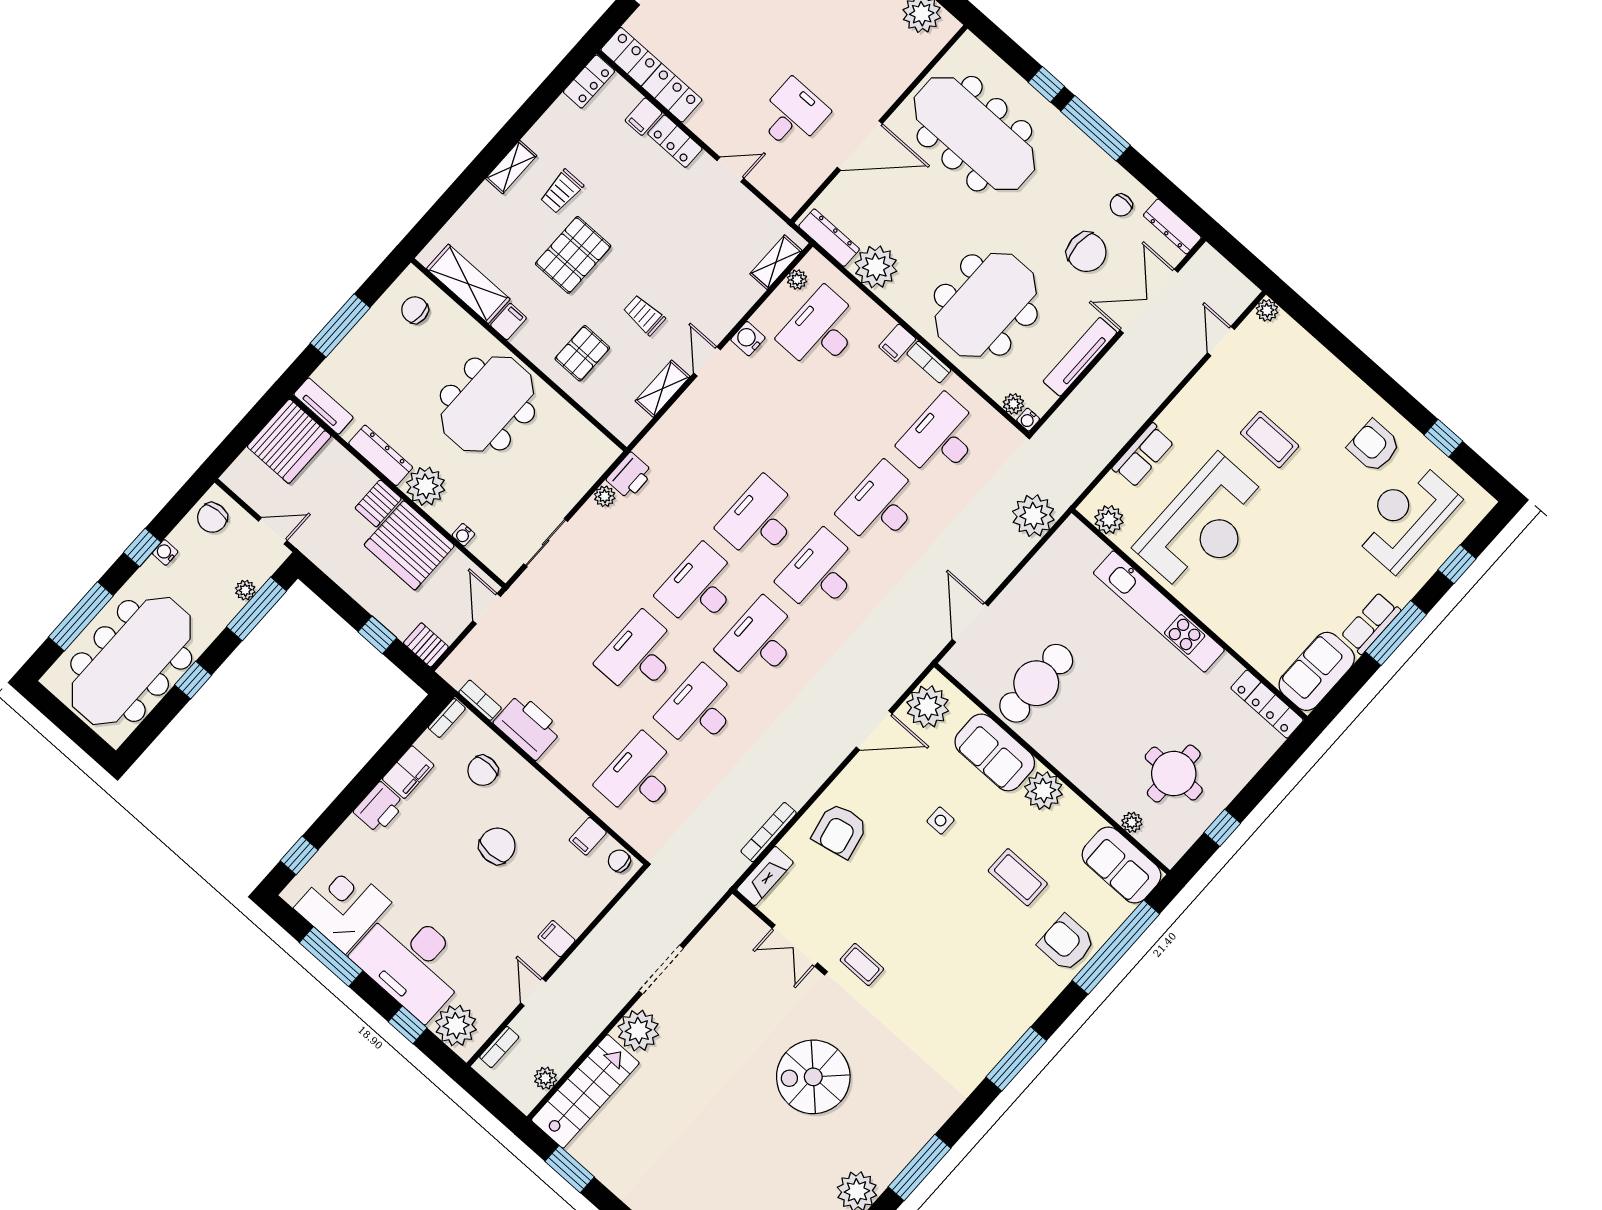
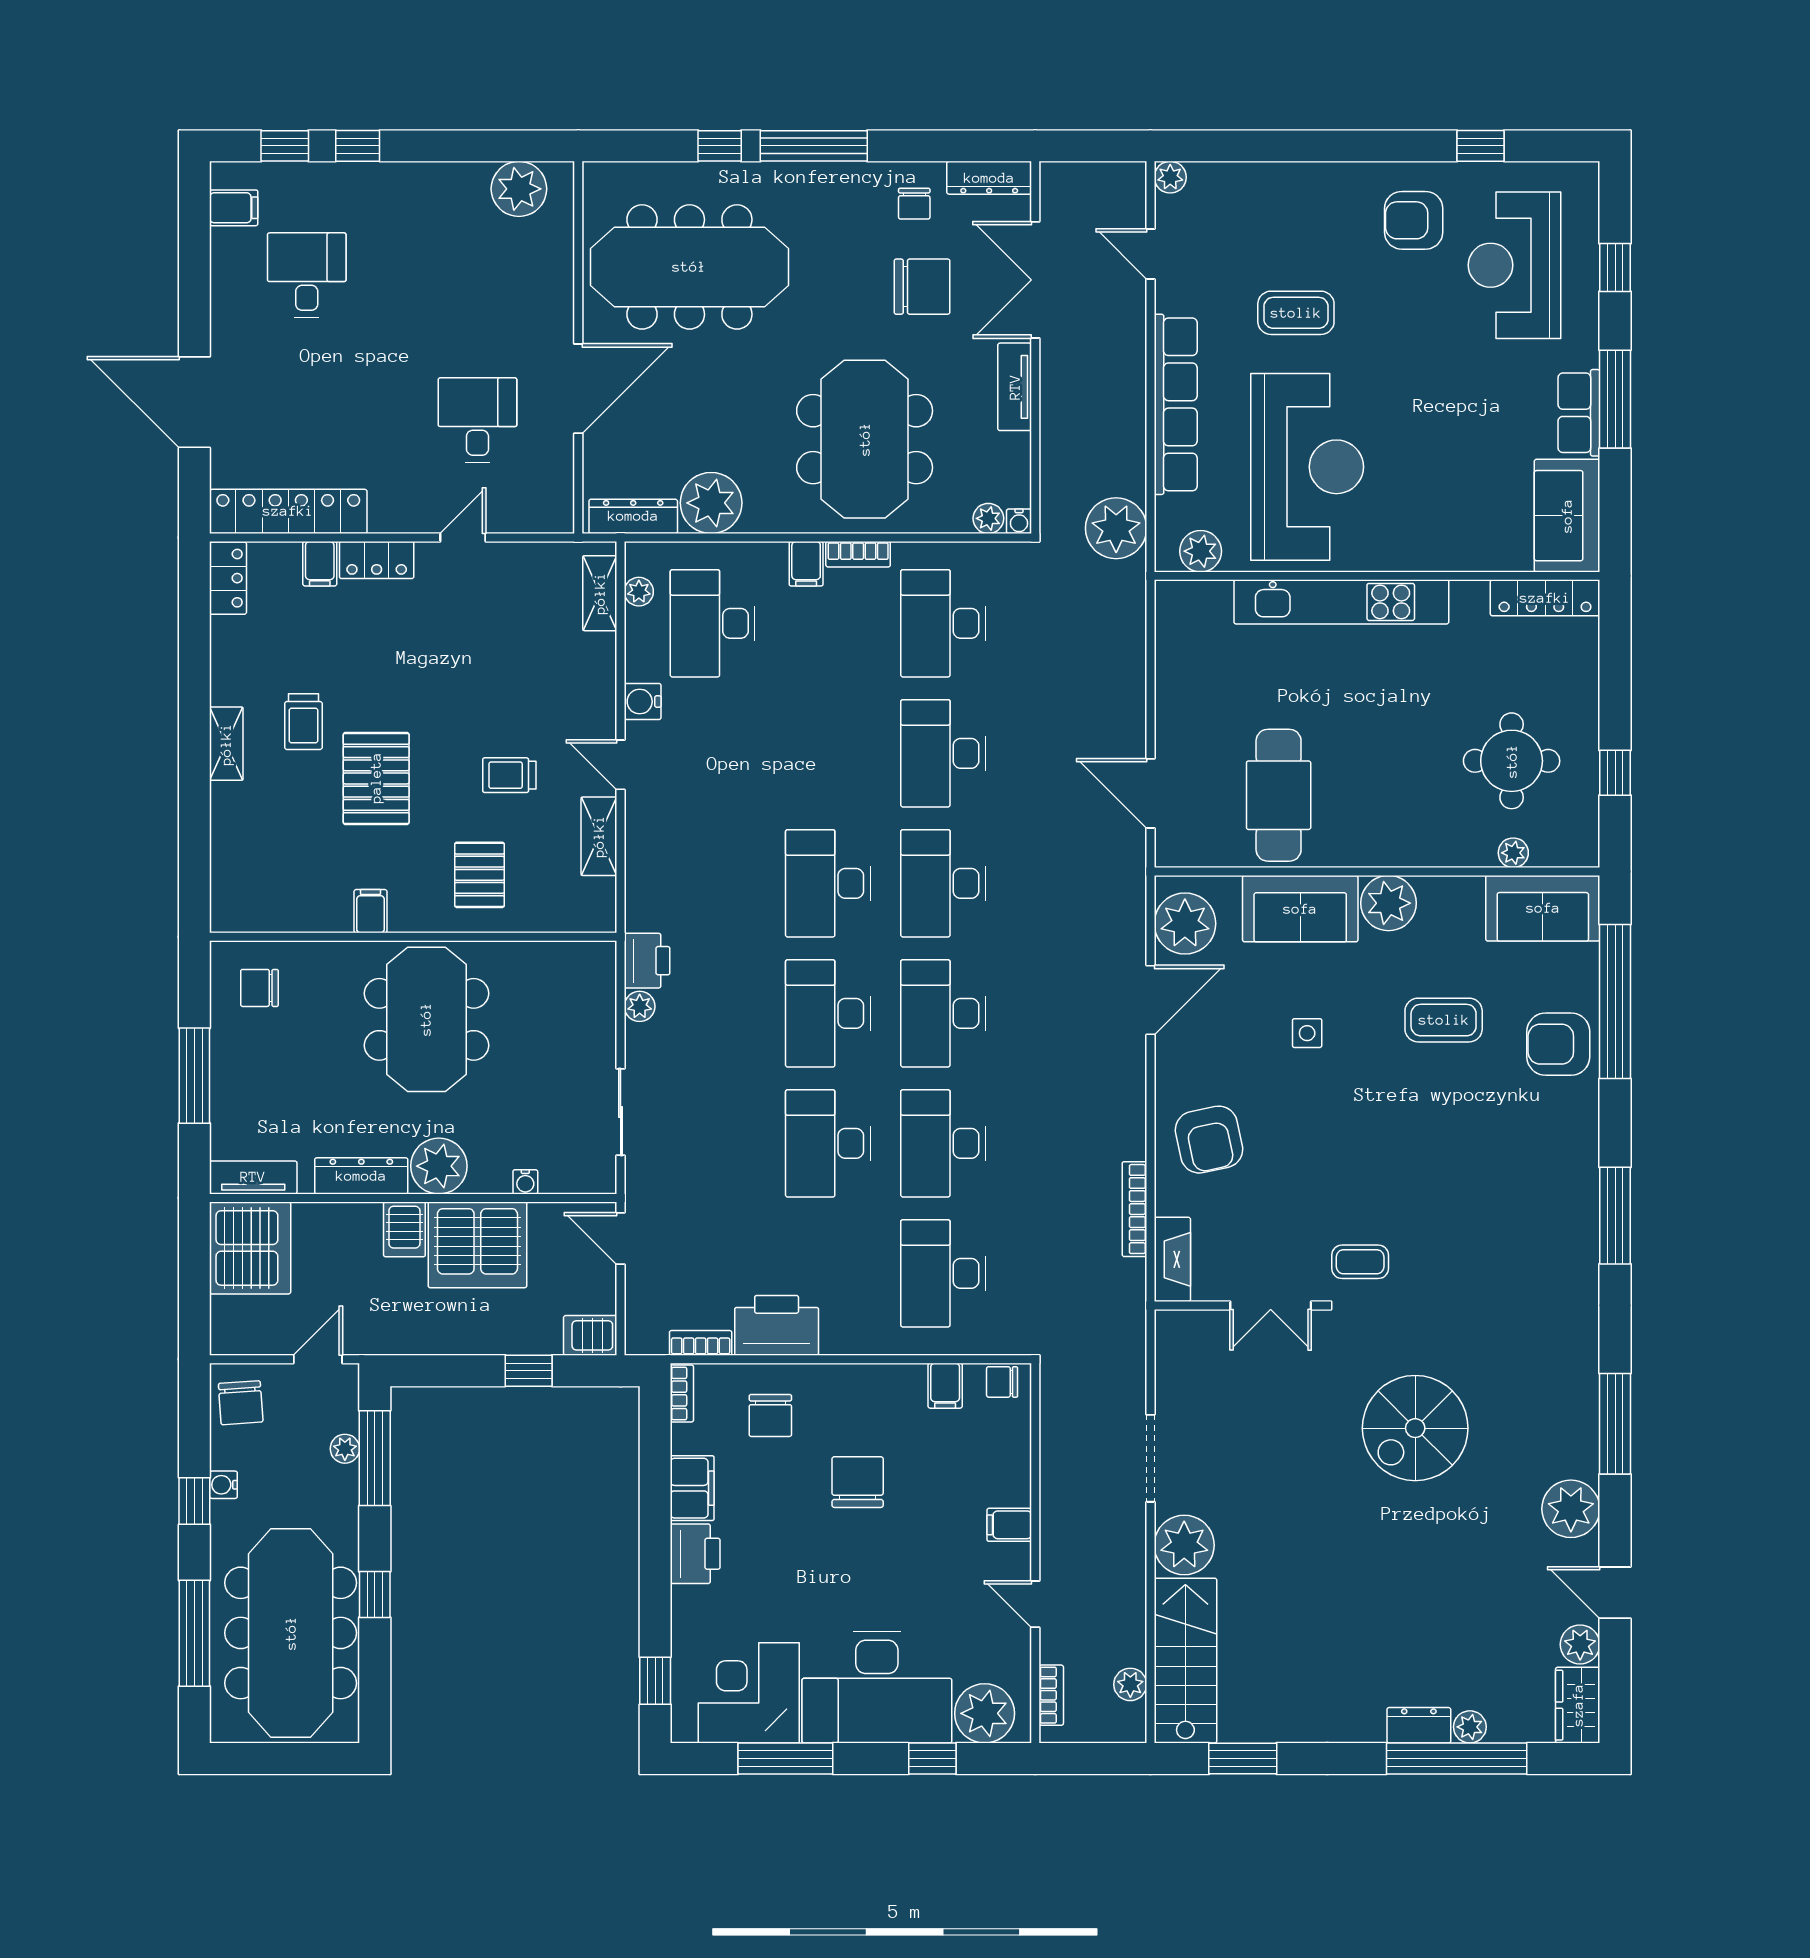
shelving: (468, 284) -> (292, 909), removed
tv unit: (1080, 357) -> (1015, 387), width x0.71
row of seats: (1143, 455) -> (1176, 404), width x2.02
plant: (1033, 516) -> (1116, 528), moved

